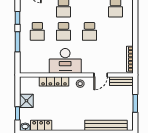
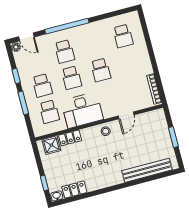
school desk: (37, 55) -> (49, 112), added
locker: (54, 81) -> (70, 138), width x0.66
bench: (121, 81) -> (151, 116), removed
shower: (26, 101) -> (51, 145), moved

